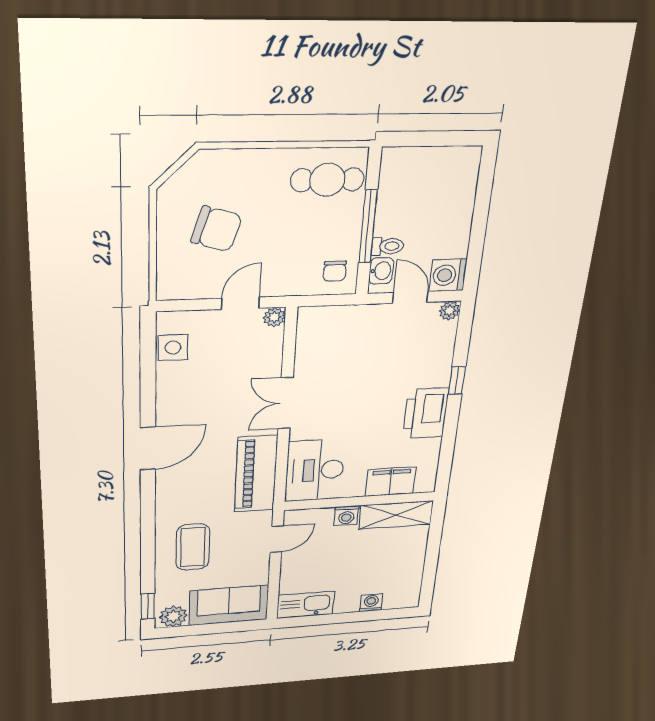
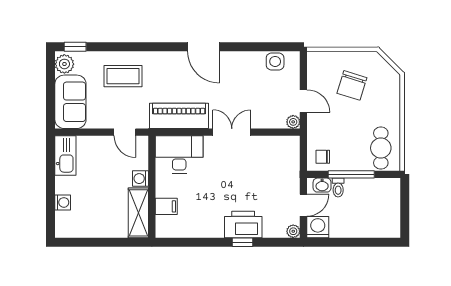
printer: (426, 413) -> (243, 224), moved
filing cabinet: (391, 482) -> (166, 206), width x0.50

